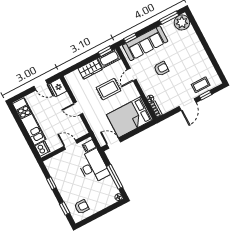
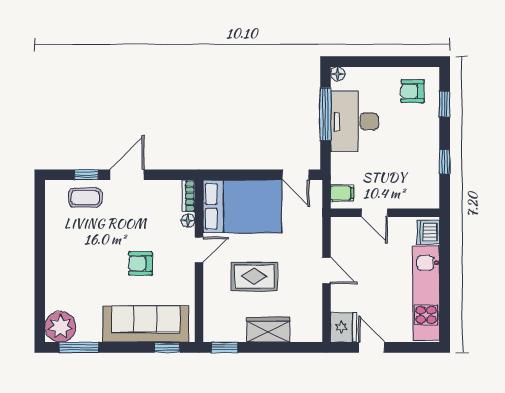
cot: (109, 58) -> (224, 331), removed
door: (132, 75) -> (199, 250), moved
desk: (93, 167) -> (354, 121), moved

